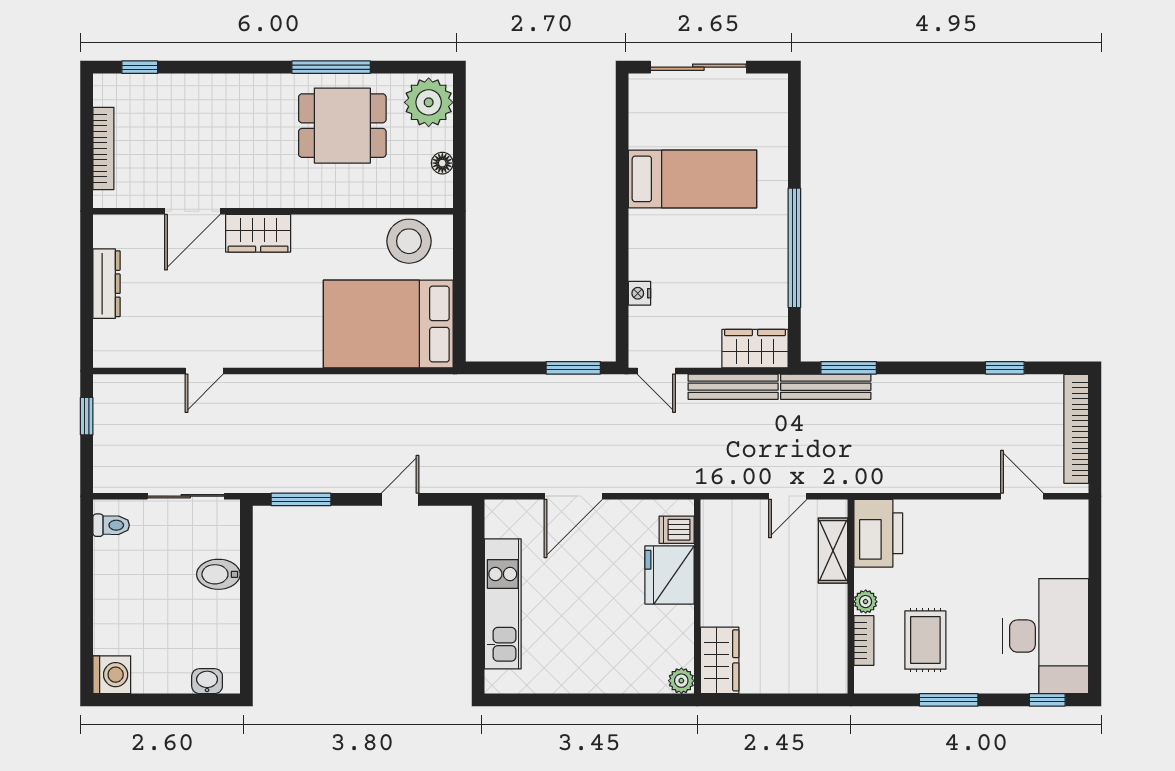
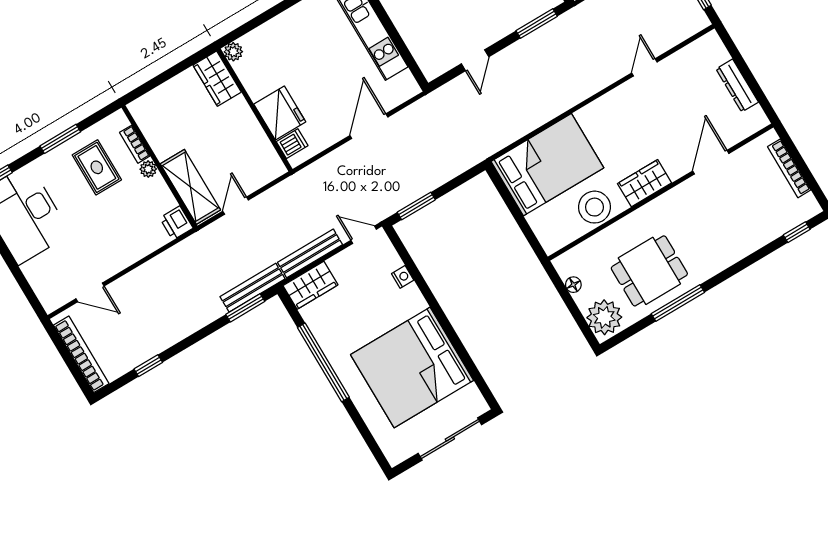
bed: (693, 179) -> (412, 367), width x2.04
wardrobe: (258, 233) -> (644, 183), moved
stool: (409, 241) -> (594, 207), moved
printer: (878, 533) -> (176, 223), width x0.53, depth x0.68
shelving: (833, 551) -> (190, 187), width x1.50, depth x1.33

